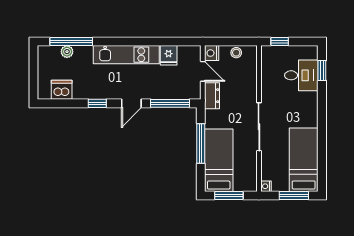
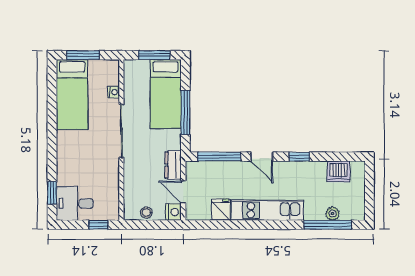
desk: (301, 75) -> (75, 203), moved
door: (131, 103) -> (262, 157), swing flipped
nightstand: (266, 186) -> (114, 92), moved

